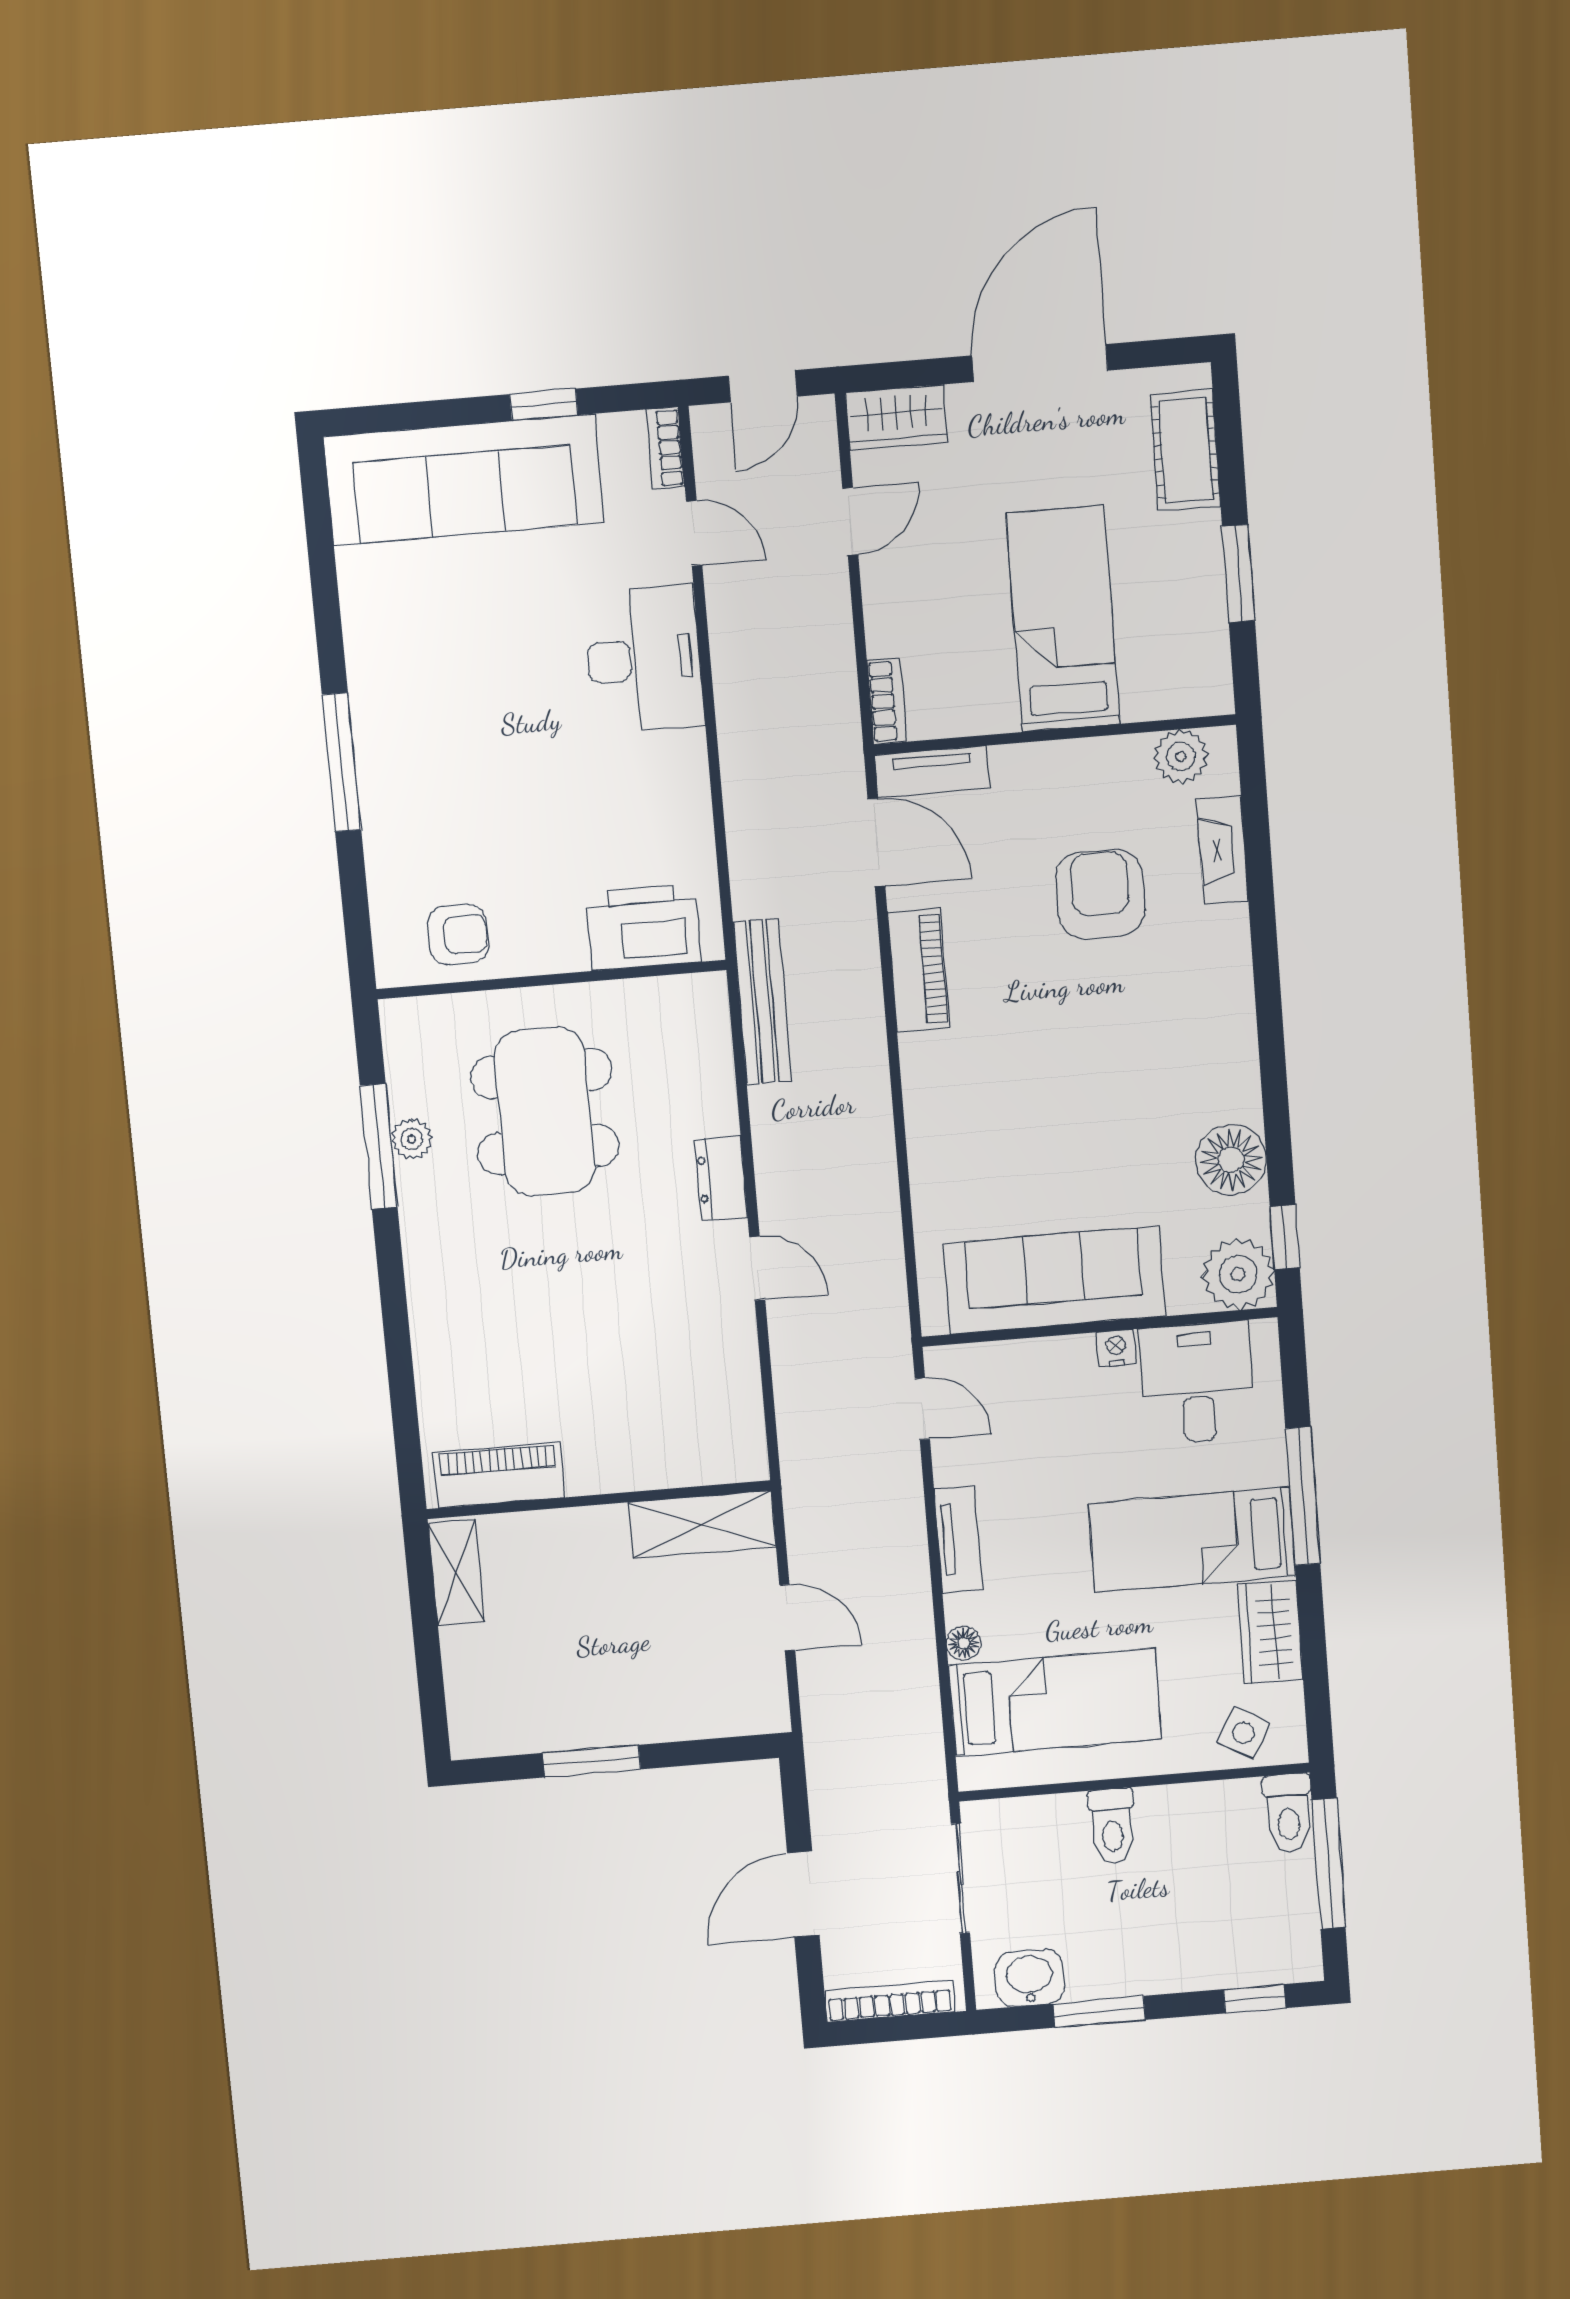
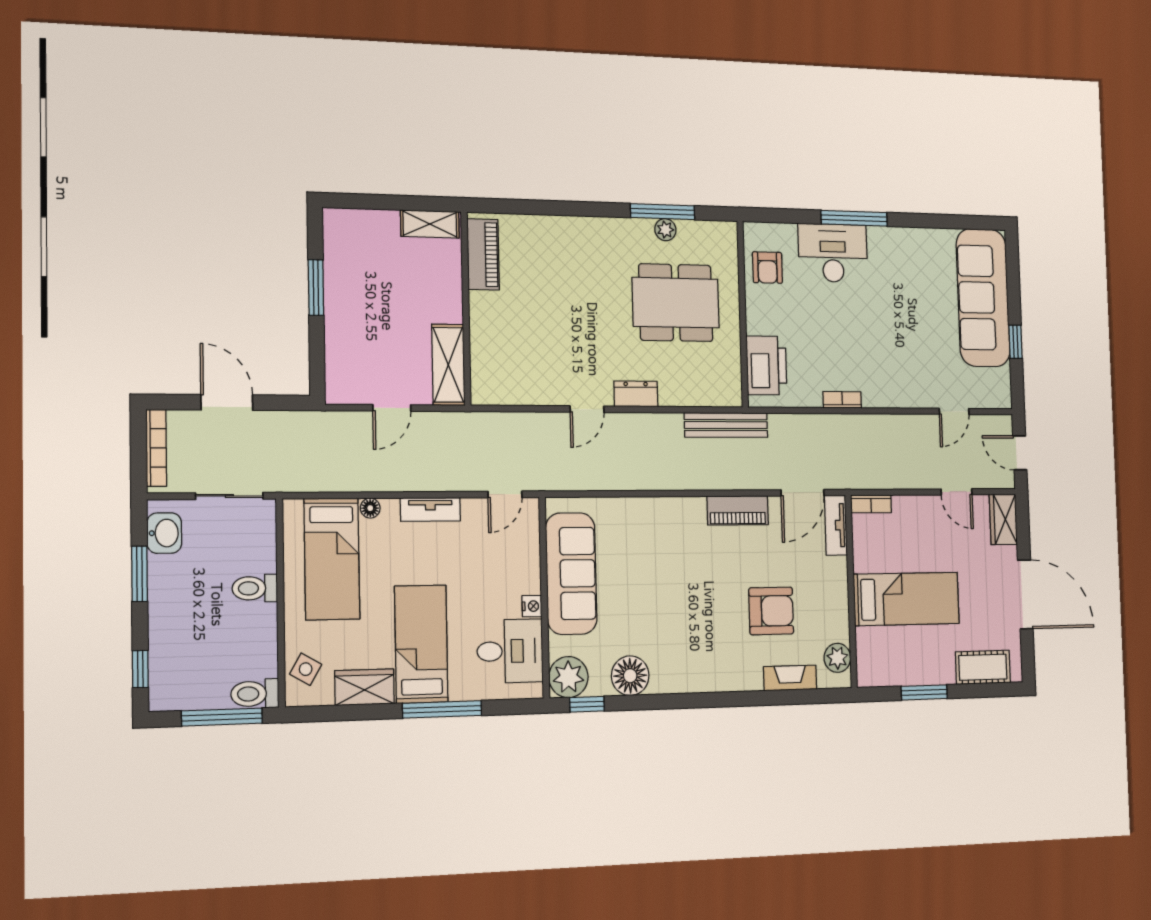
bookcase: (666, 448) -> (842, 400), moved
desk: (644, 659) -> (833, 253), moved, turned 180

